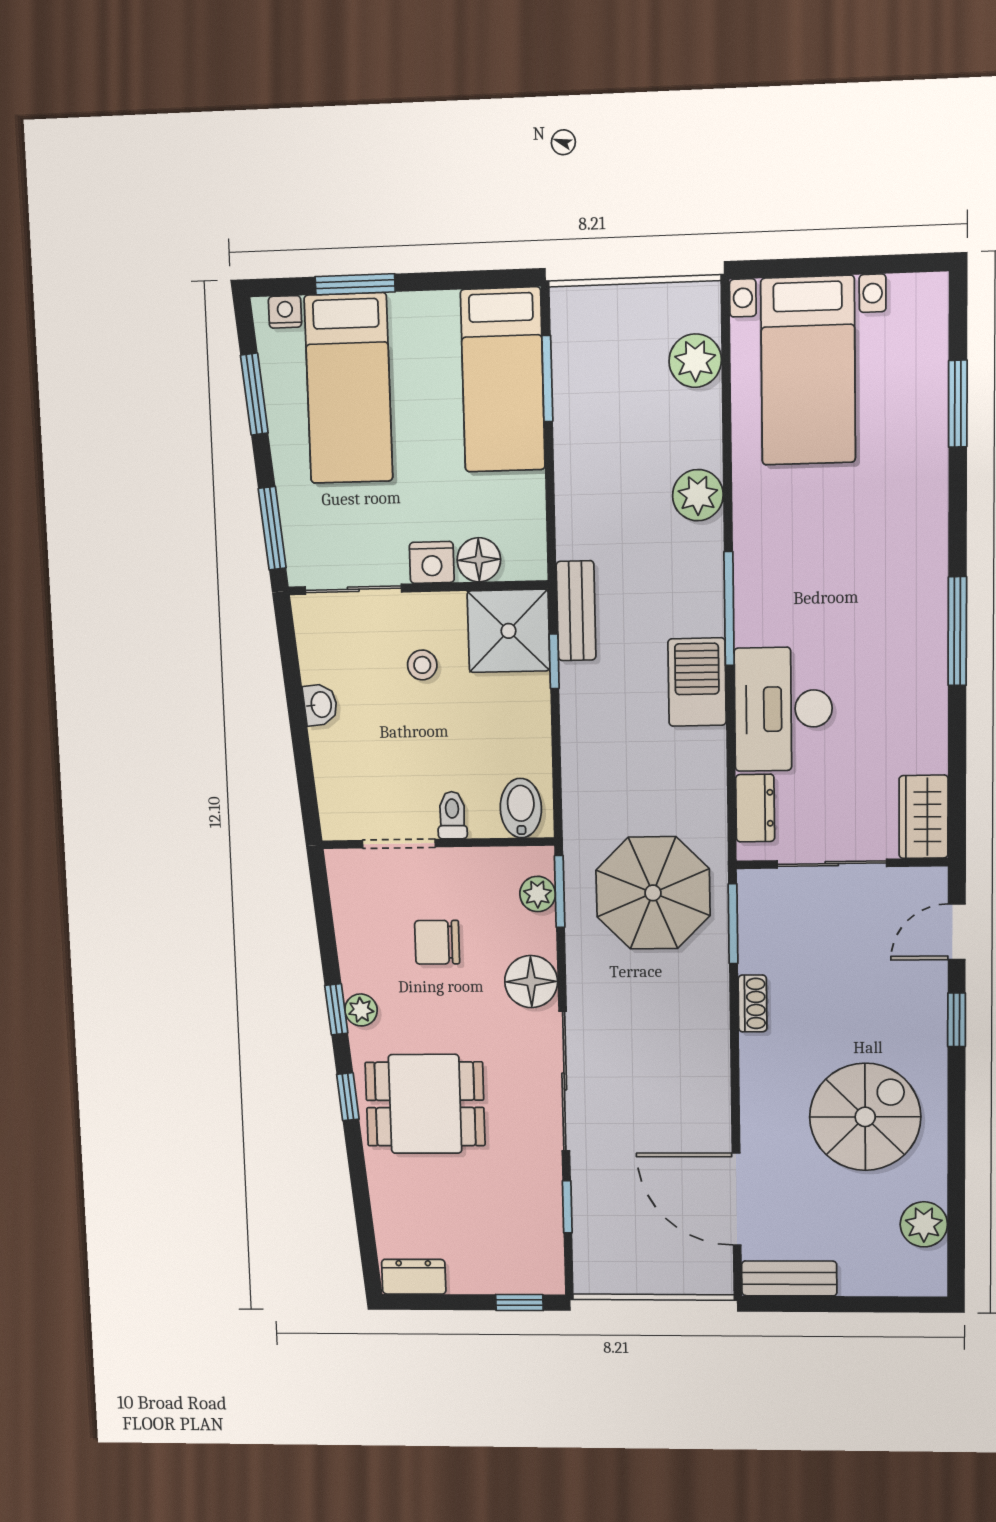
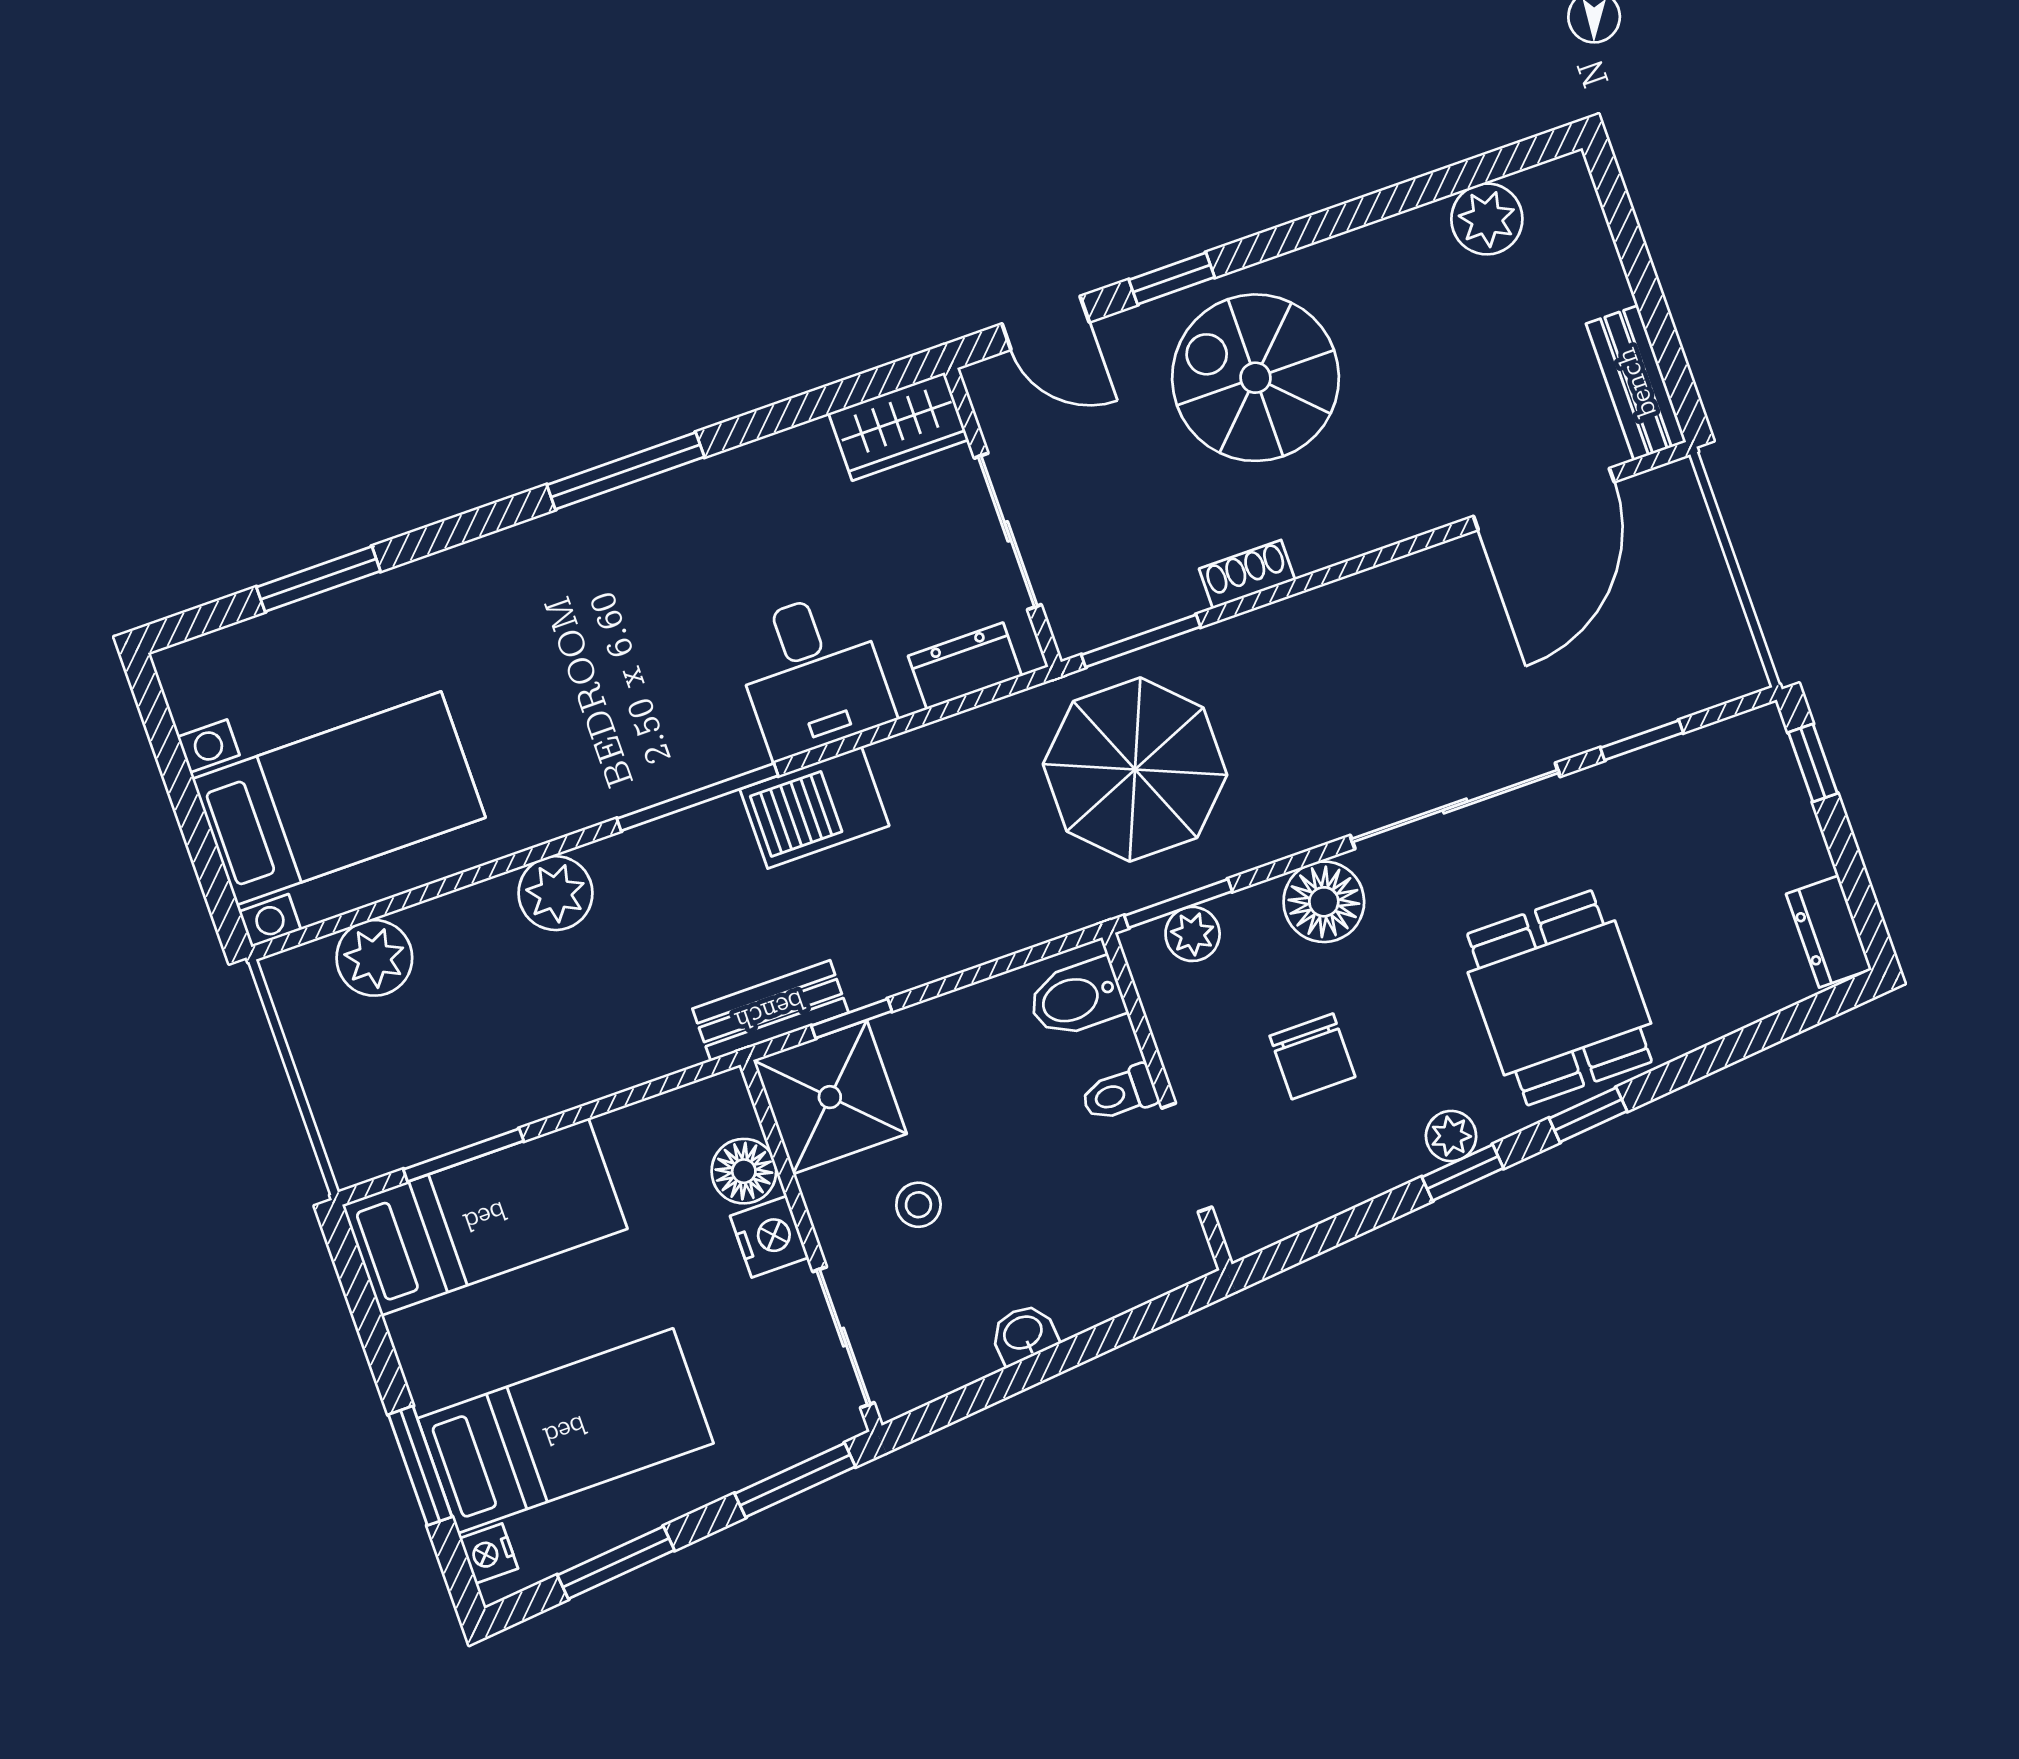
desk: (783, 709) -> (812, 674), width x0.73
spiral stairs: (865, 1117) -> (1255, 378), moved

